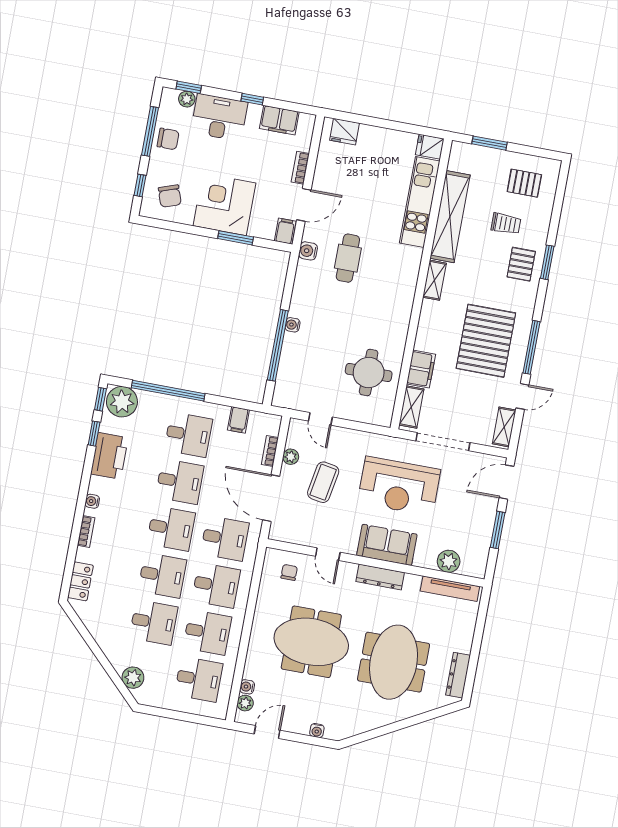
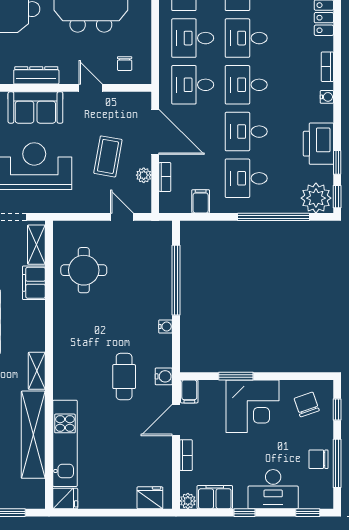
plant: (187, 99) -> (188, 501), moved
water cooler: (293, 325) -> (166, 327), moved

